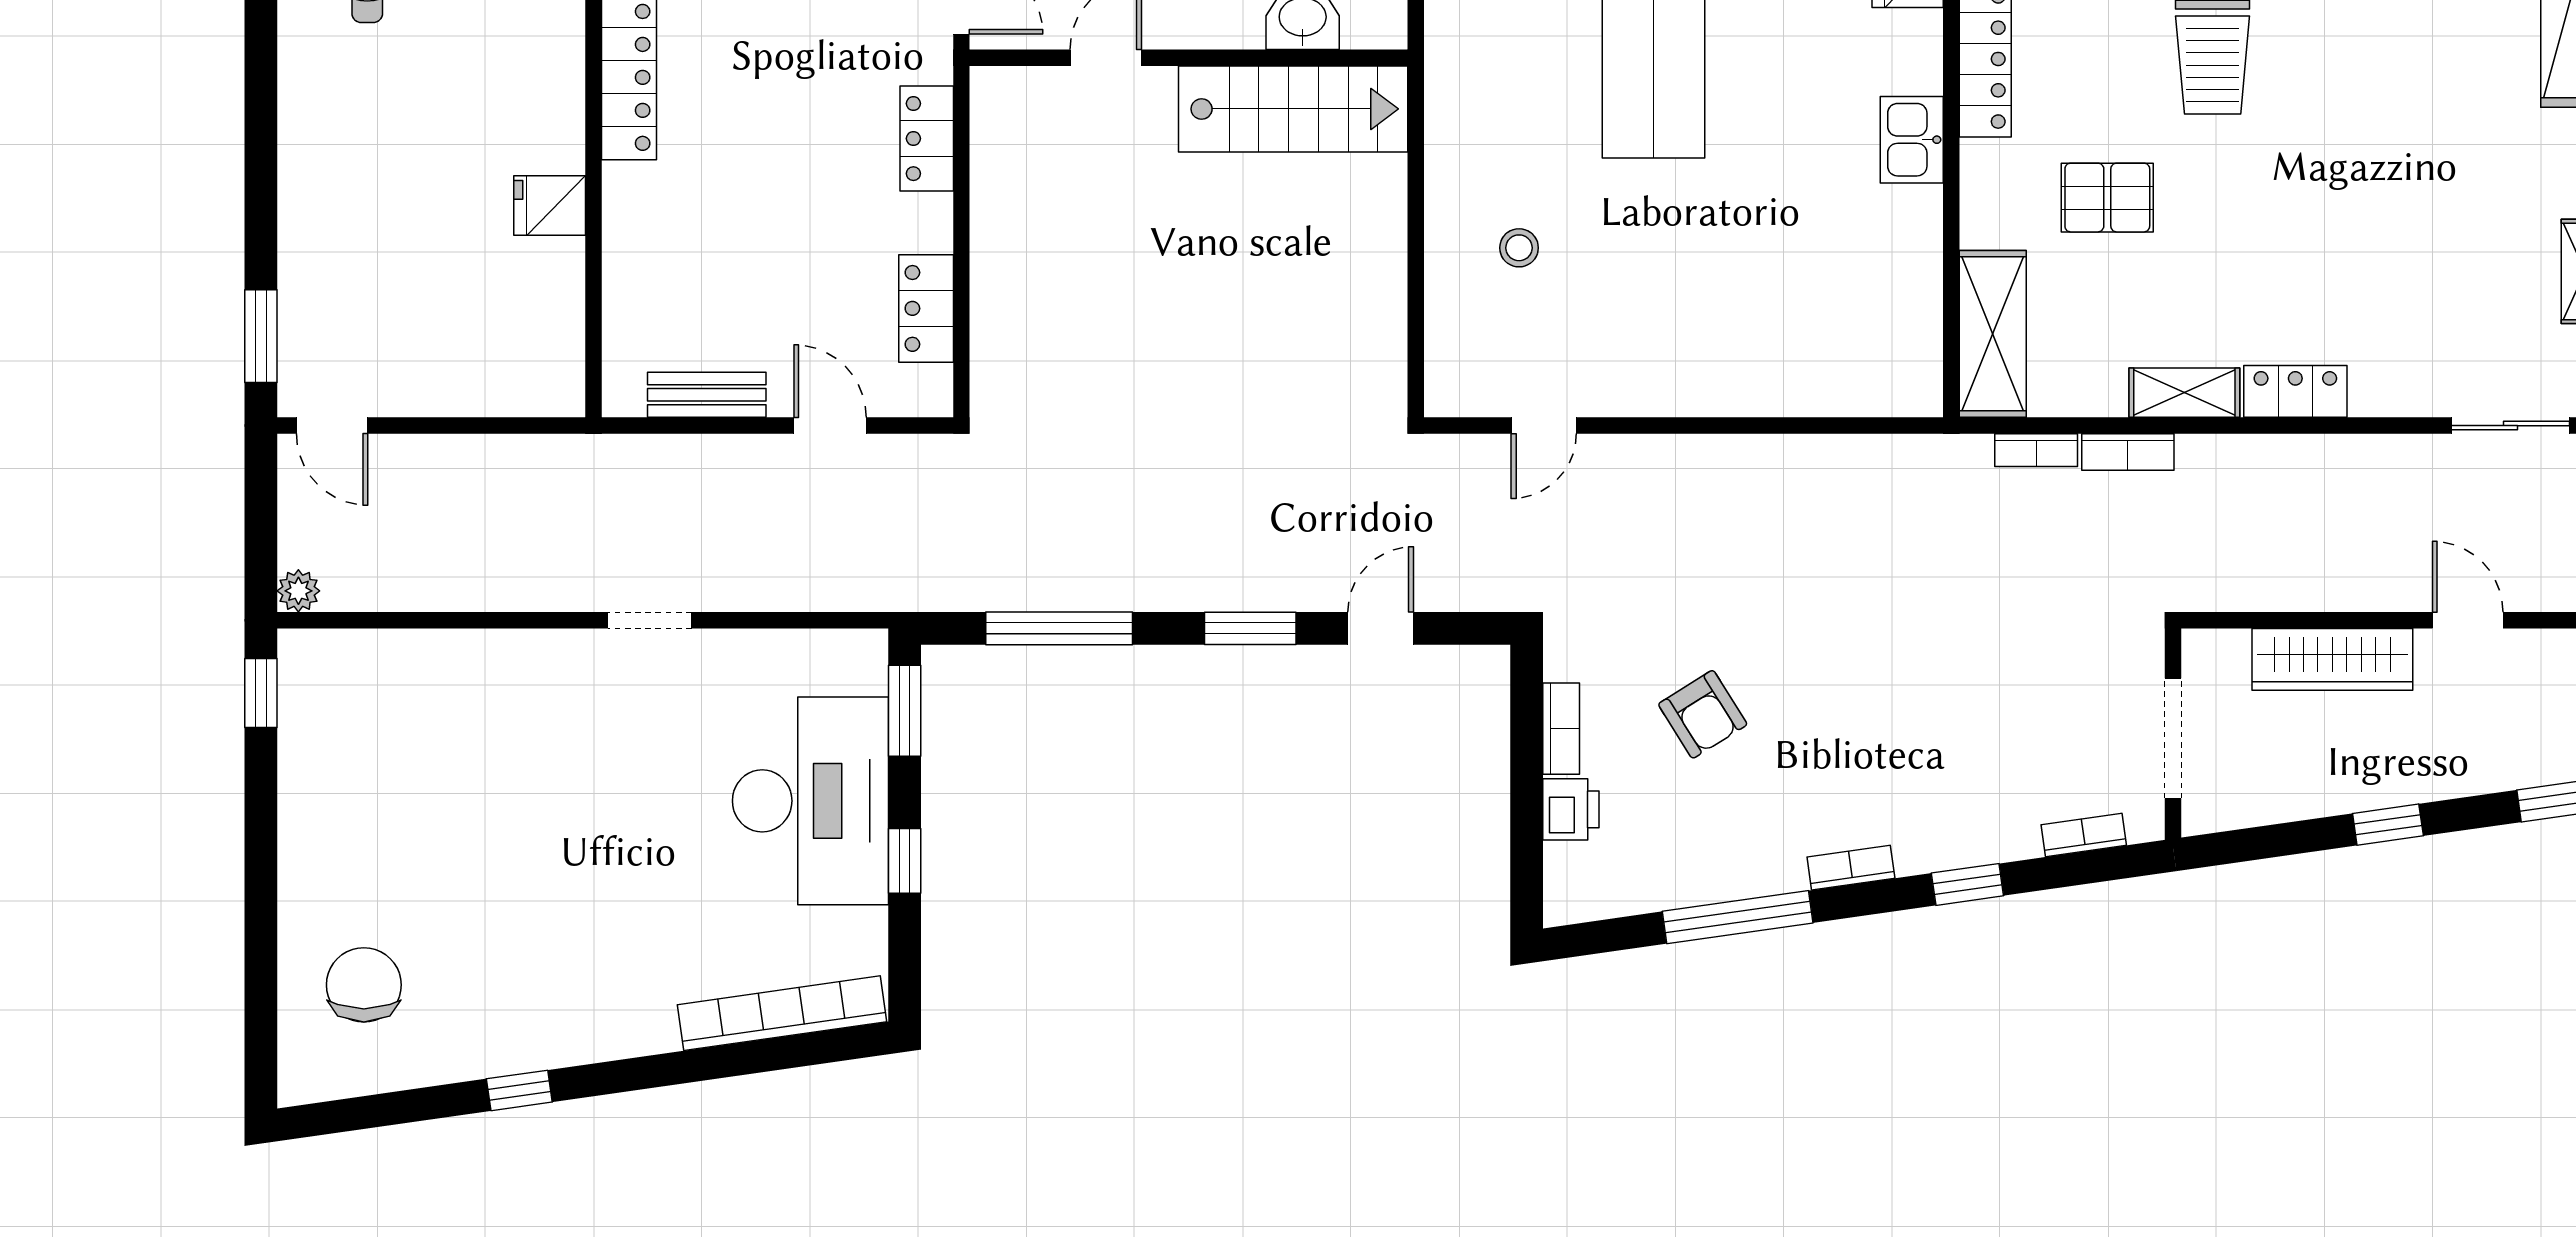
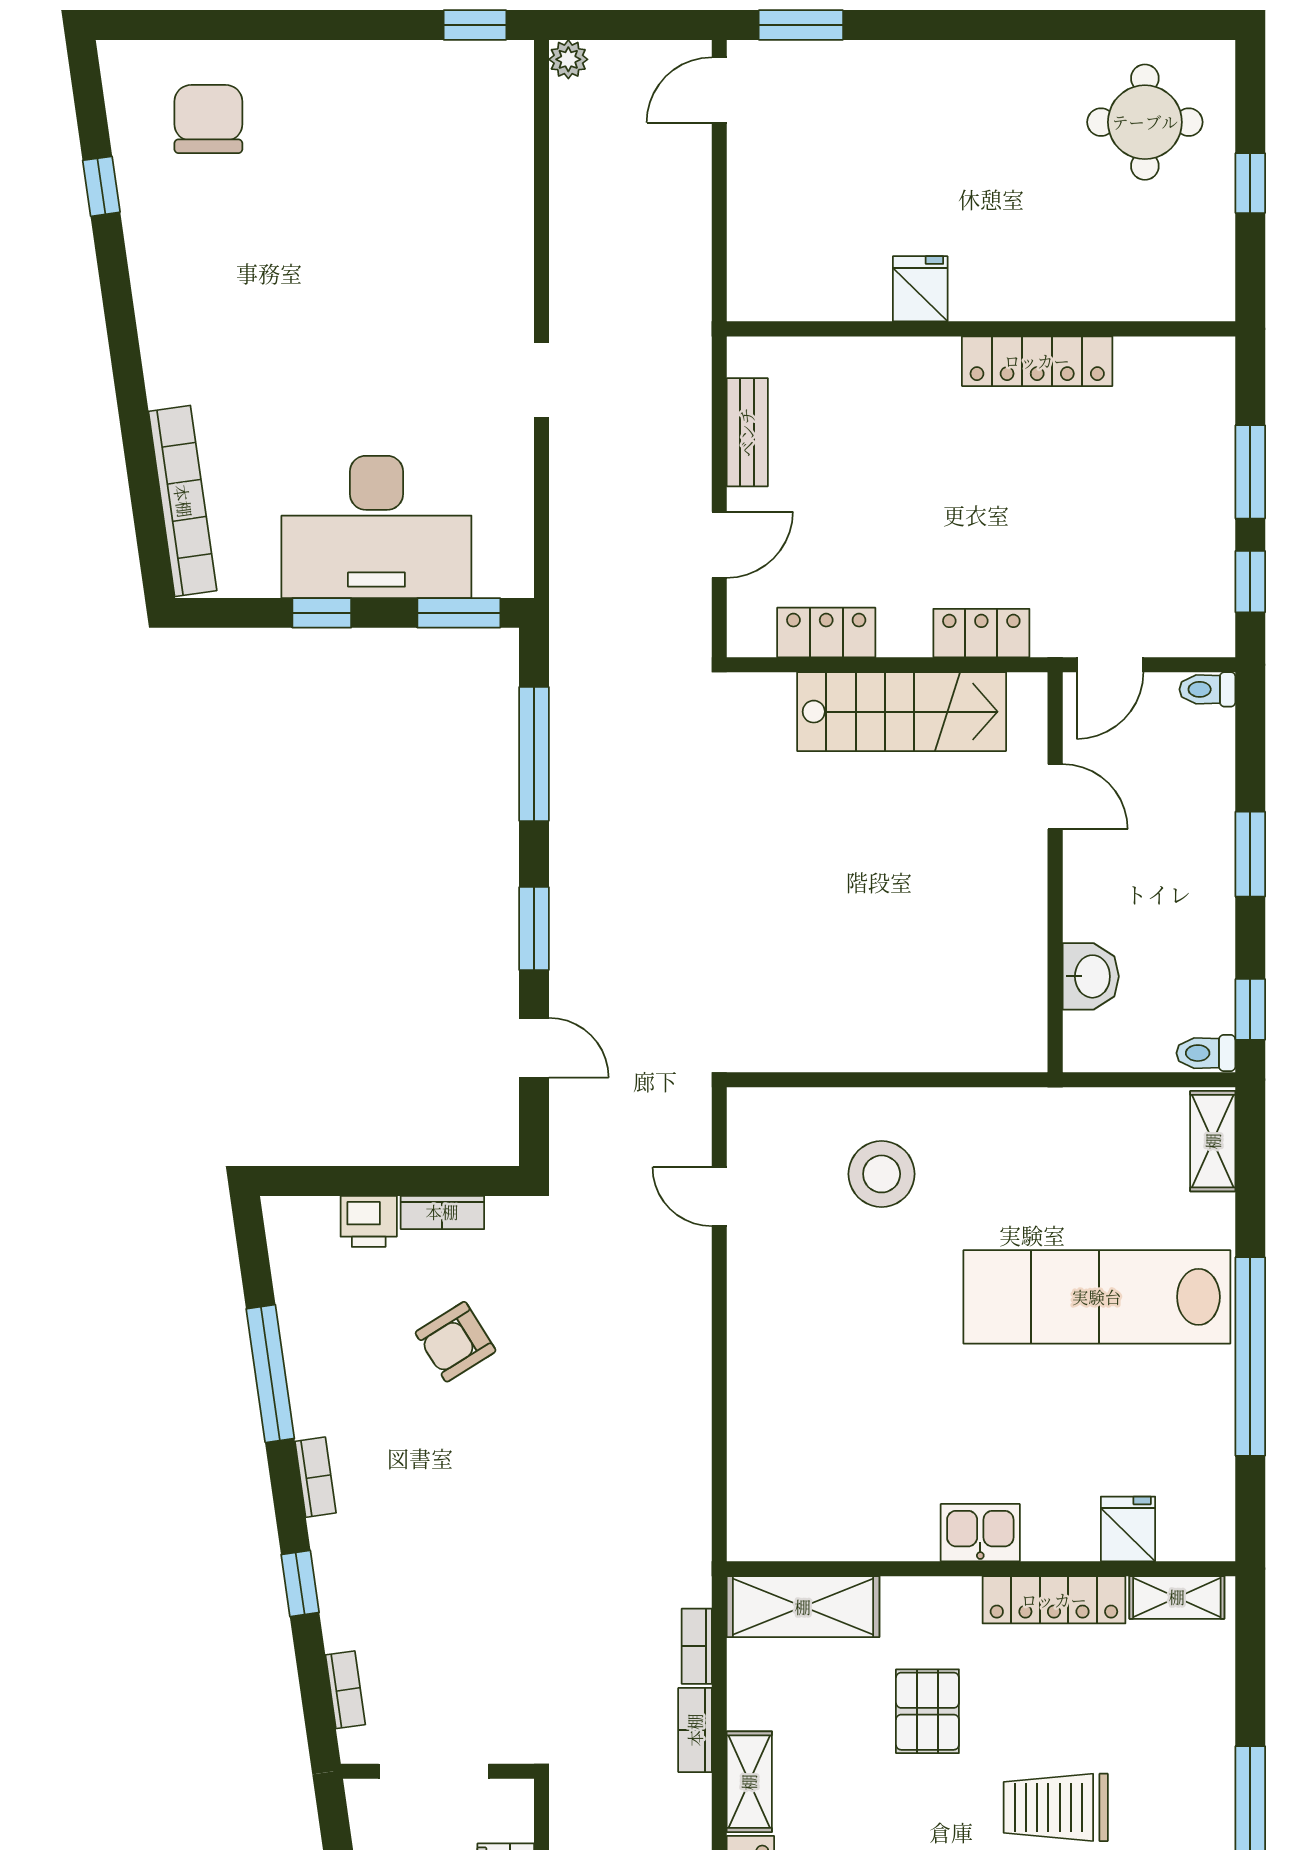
stairs: (1293, 109) -> (902, 712), moved, turned -90
stool: (1519, 248) -> (882, 1174), width x1.89, depth x1.89
chair: (364, 985) -> (208, 119), turned -90
window: (519, 1090) -> (101, 186), moved

